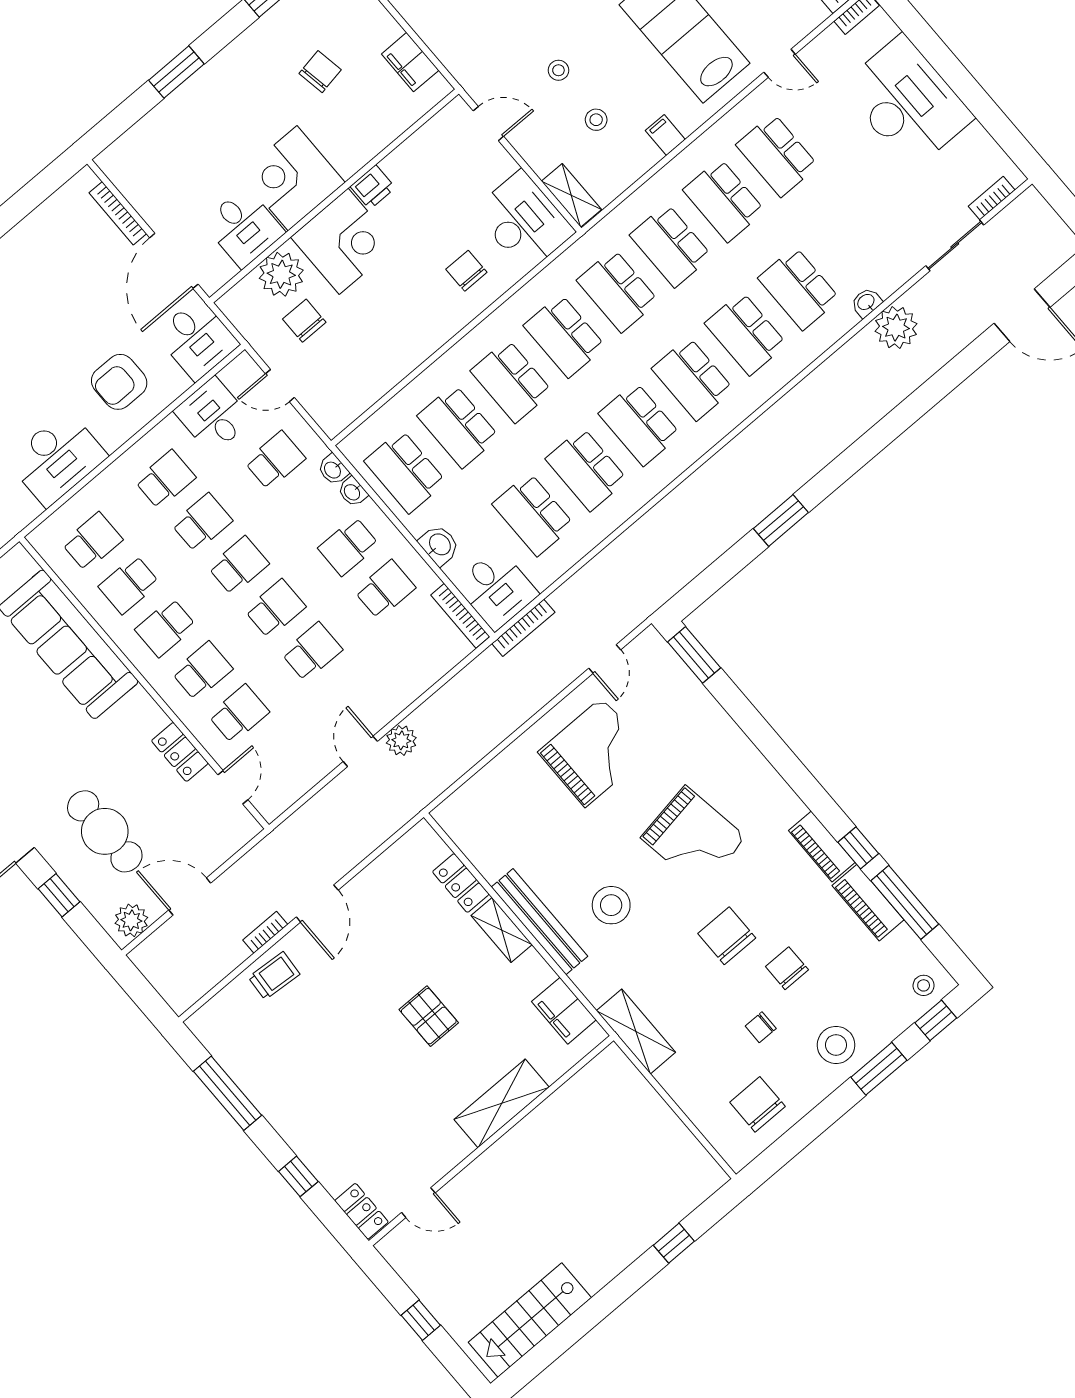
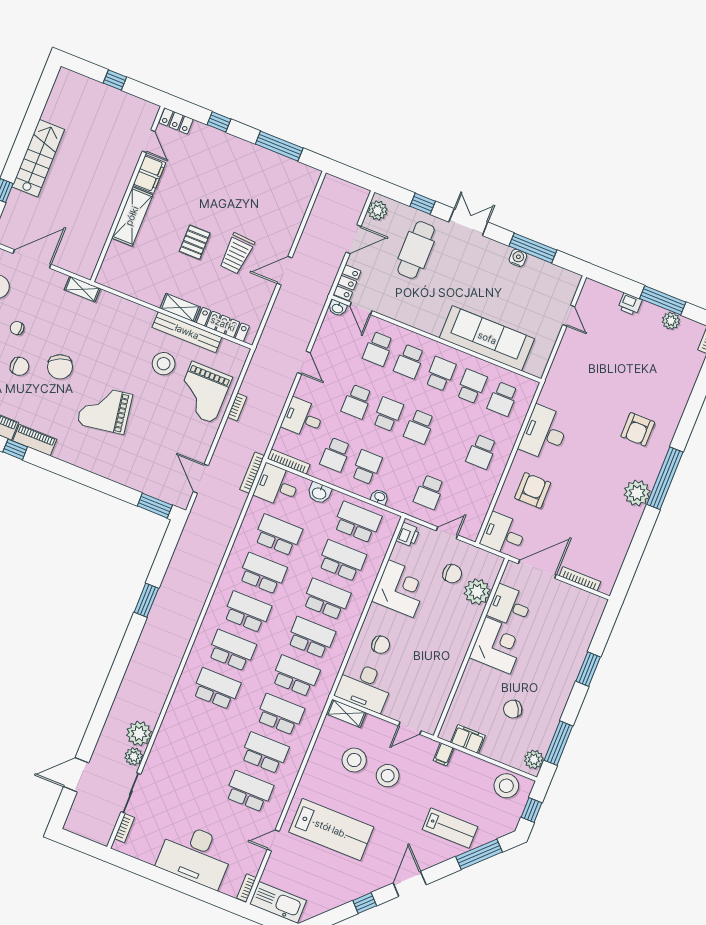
stool: (558, 70) -> (388, 776), width x1.89, depth x1.89
chair: (320, 72) -> (513, 709), turned 70
stool: (596, 120) -> (354, 760), width x1.89, depth x1.89
filing cabinet: (665, 135) -> (444, 754), moved, turned 90
printer: (373, 187) -> (408, 535), moved, turned 180
corner desk: (344, 241) -> (401, 589), moved, turned 180
door: (174, 261) -> (537, 569), hinge flipped
school desk: (799, 288) -> (201, 727), removed
washbasin: (866, 302) -> (162, 739), removed
desk: (213, 416) -> (303, 418), moved, turned 180
washbasin: (333, 470) -> (338, 308), moved, turned 180
school desk: (202, 522) -> (450, 439), removed
school desk: (275, 609) -> (388, 414), turned 180
door: (605, 659) -> (201, 479), width x1.38
plant: (401, 740) -> (134, 756), moved
locker: (180, 752) -> (347, 283), moved, turned 90
grand piano: (594, 752) -> (203, 392), moved
cafe table: (105, 831) -> (416, 250), turned 90
locker: (461, 883) -> (223, 324), width x1.53
door: (317, 904) -> (284, 271), hinge flipped
stool: (611, 905) -> (164, 364), moved
bench: (539, 922) -> (187, 332), moved
bookcase: (265, 932) -> (237, 407), moved
chair: (727, 936) -> (60, 367), turned 67
trolley: (274, 976) -> (237, 254), moved, width x1.36, depth x1.39
filing cabinet: (564, 1011) -> (149, 174), moved, turned 90
pallet: (429, 1016) -> (195, 242), turned 90
chair: (761, 1027) -> (17, 328), turned -90
shelving: (636, 1031) -> (82, 289), width x0.67, depth x0.75
door: (684, 1119) -> (32, 259), added
door: (418, 1203) -> (149, 141), swing flipped
stairs: (530, 1320) -> (38, 158), moved

